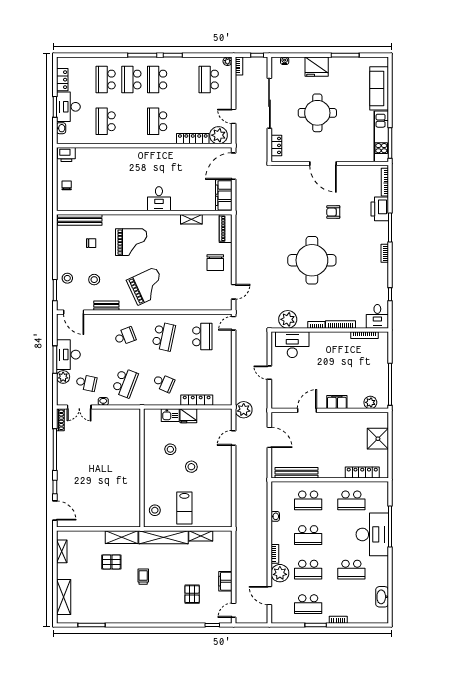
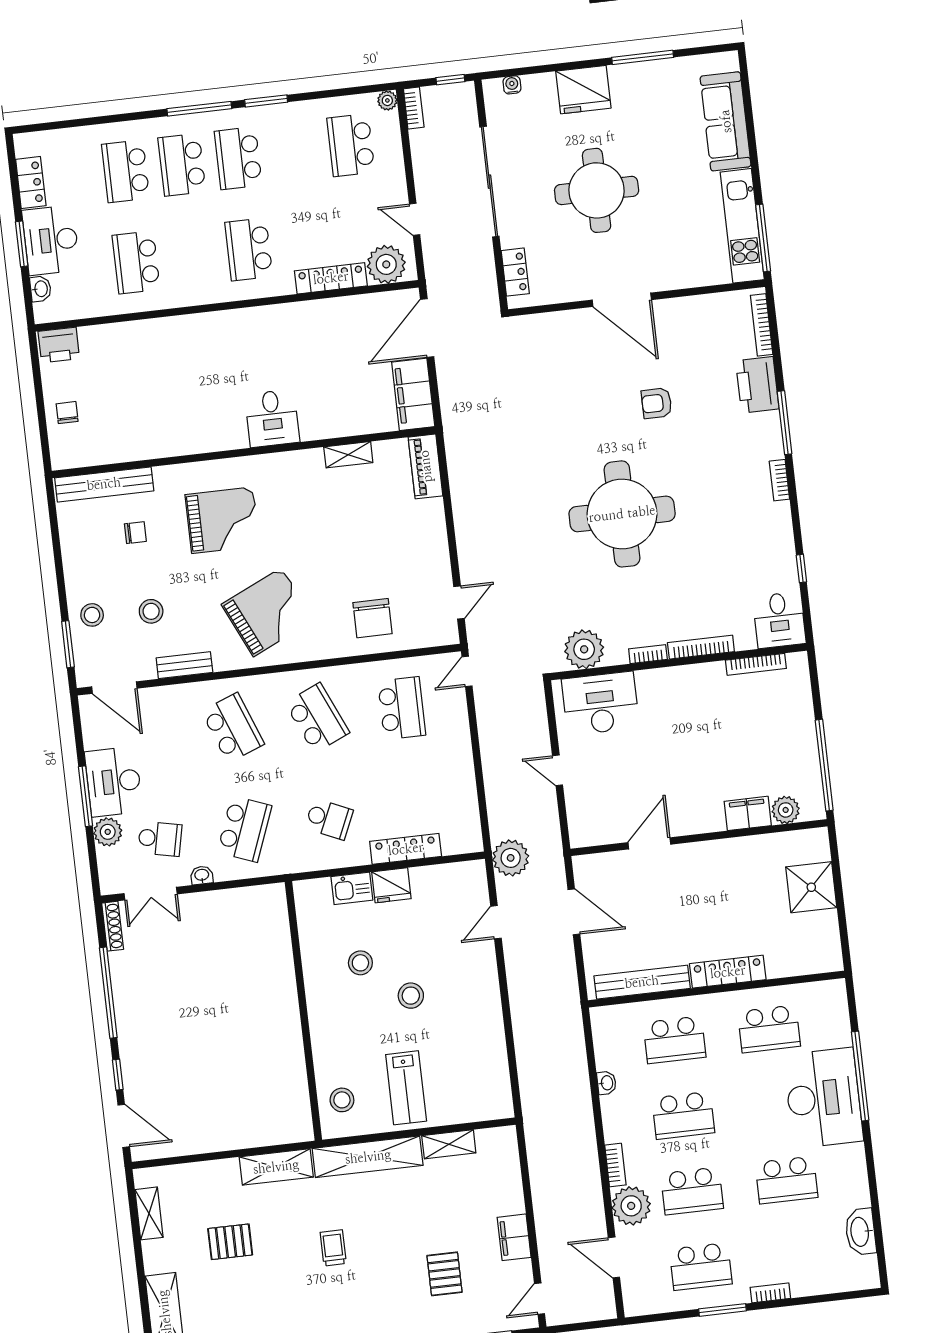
chair: (215, 263) -> (373, 618), moved
school desk: (125, 336) -> (233, 728), width x1.85
school desk: (164, 336) -> (317, 718), turned -36
filing cabinet: (337, 402) -> (748, 813), moved
locker: (362, 472) -> (728, 972), moved
pallet: (111, 562) -> (230, 1242), moved

